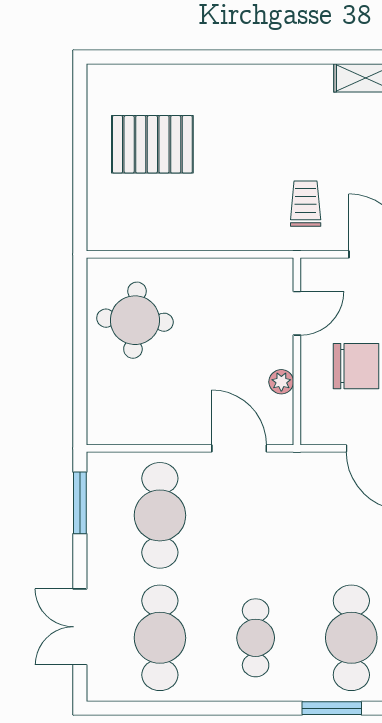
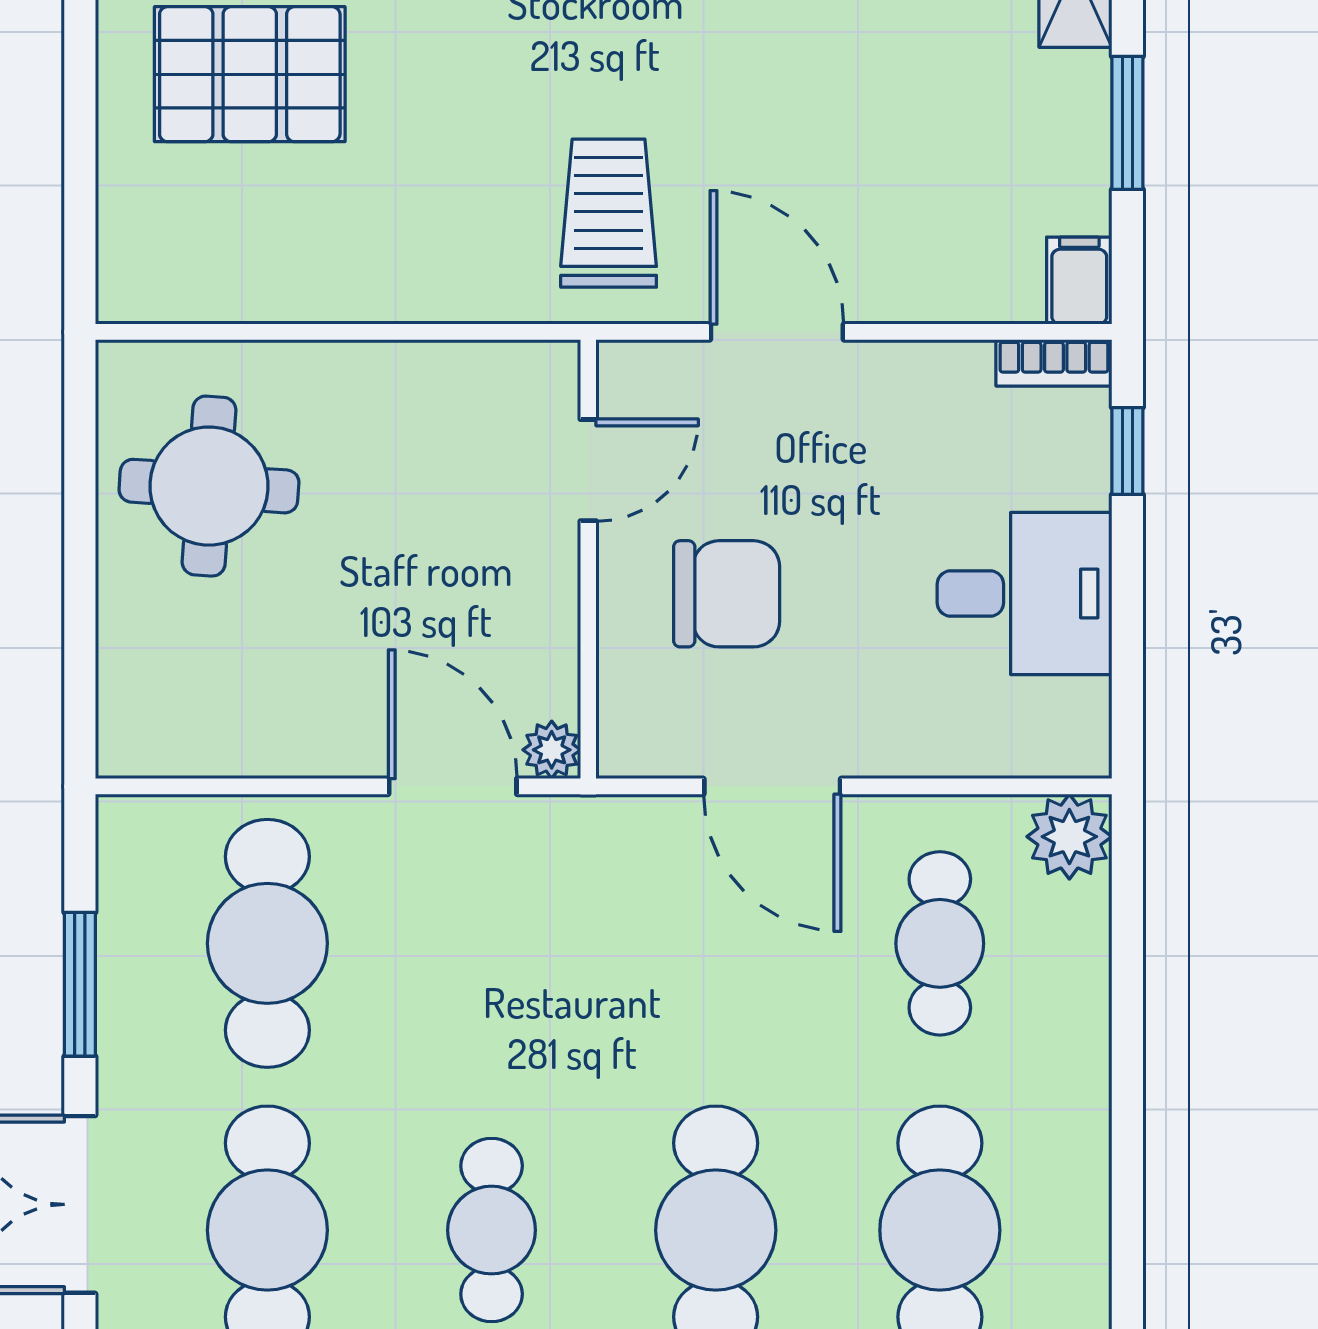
trolley: (306, 204) -> (609, 213), width x1.36, depth x1.39
plant: (281, 382) -> (552, 750), moved
window: (80, 503) -> (80, 984), moved

